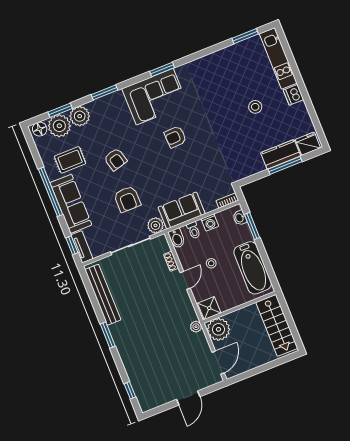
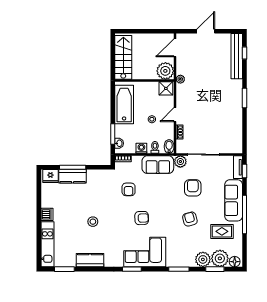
kitchen counter: (218, 60) -> (90, 260), added
stool: (255, 107) -> (93, 222), moved
armchair: (205, 166) -> (129, 189), added
bench: (103, 295) -> (237, 56), moved

